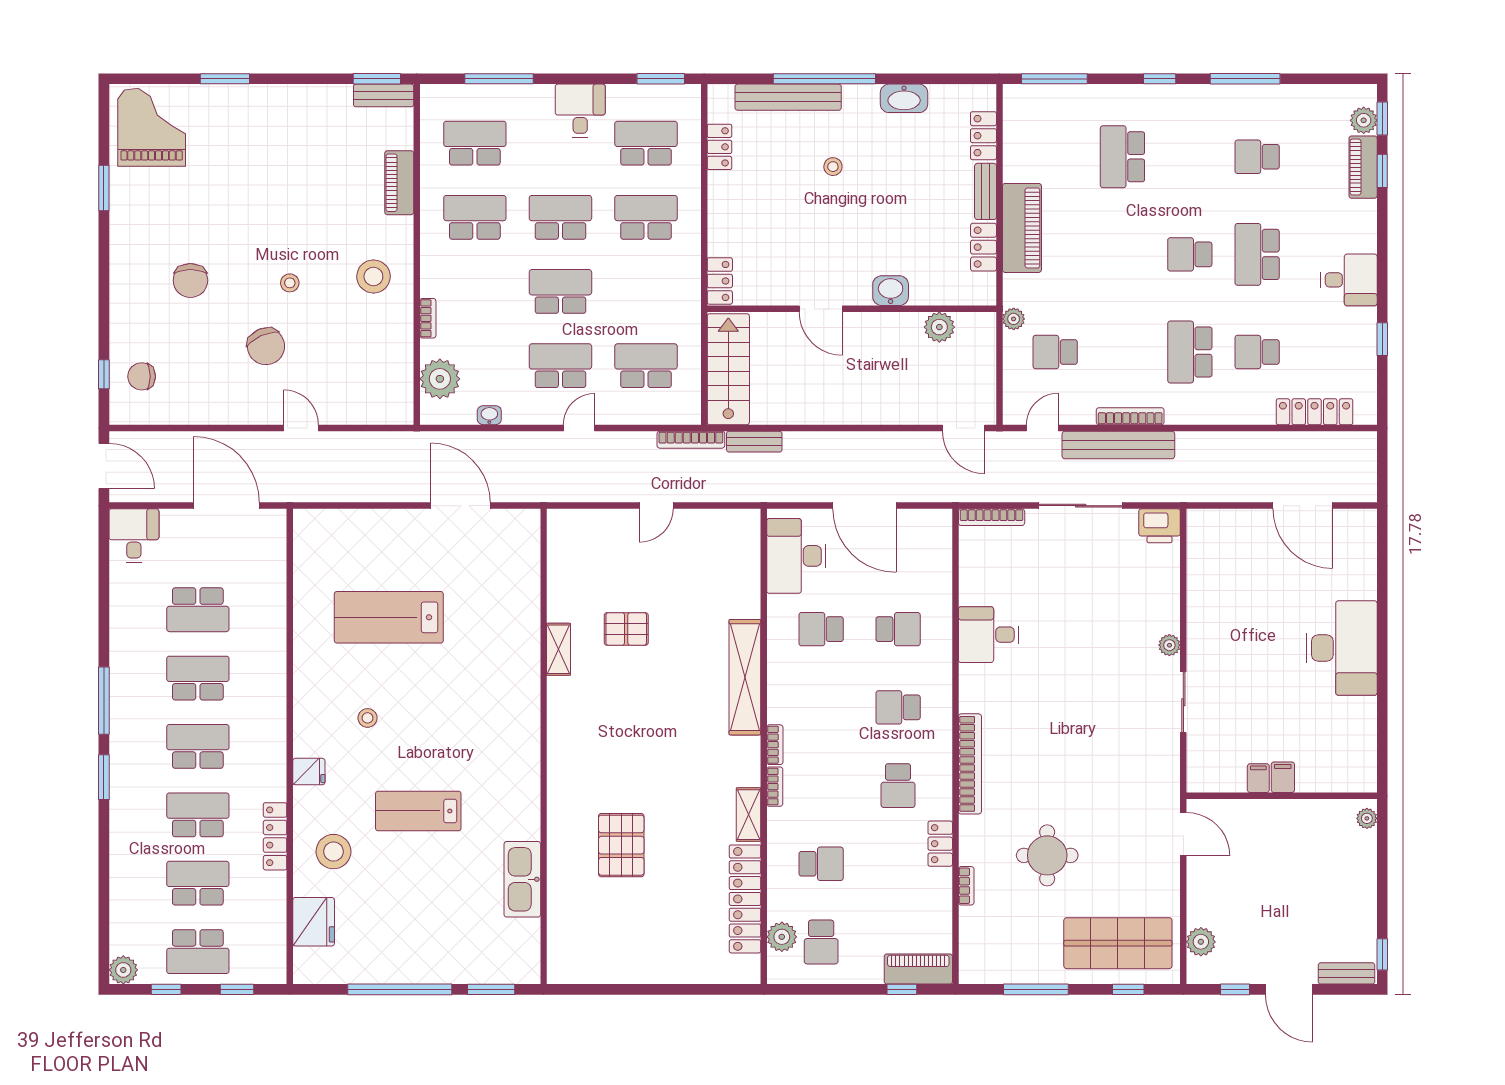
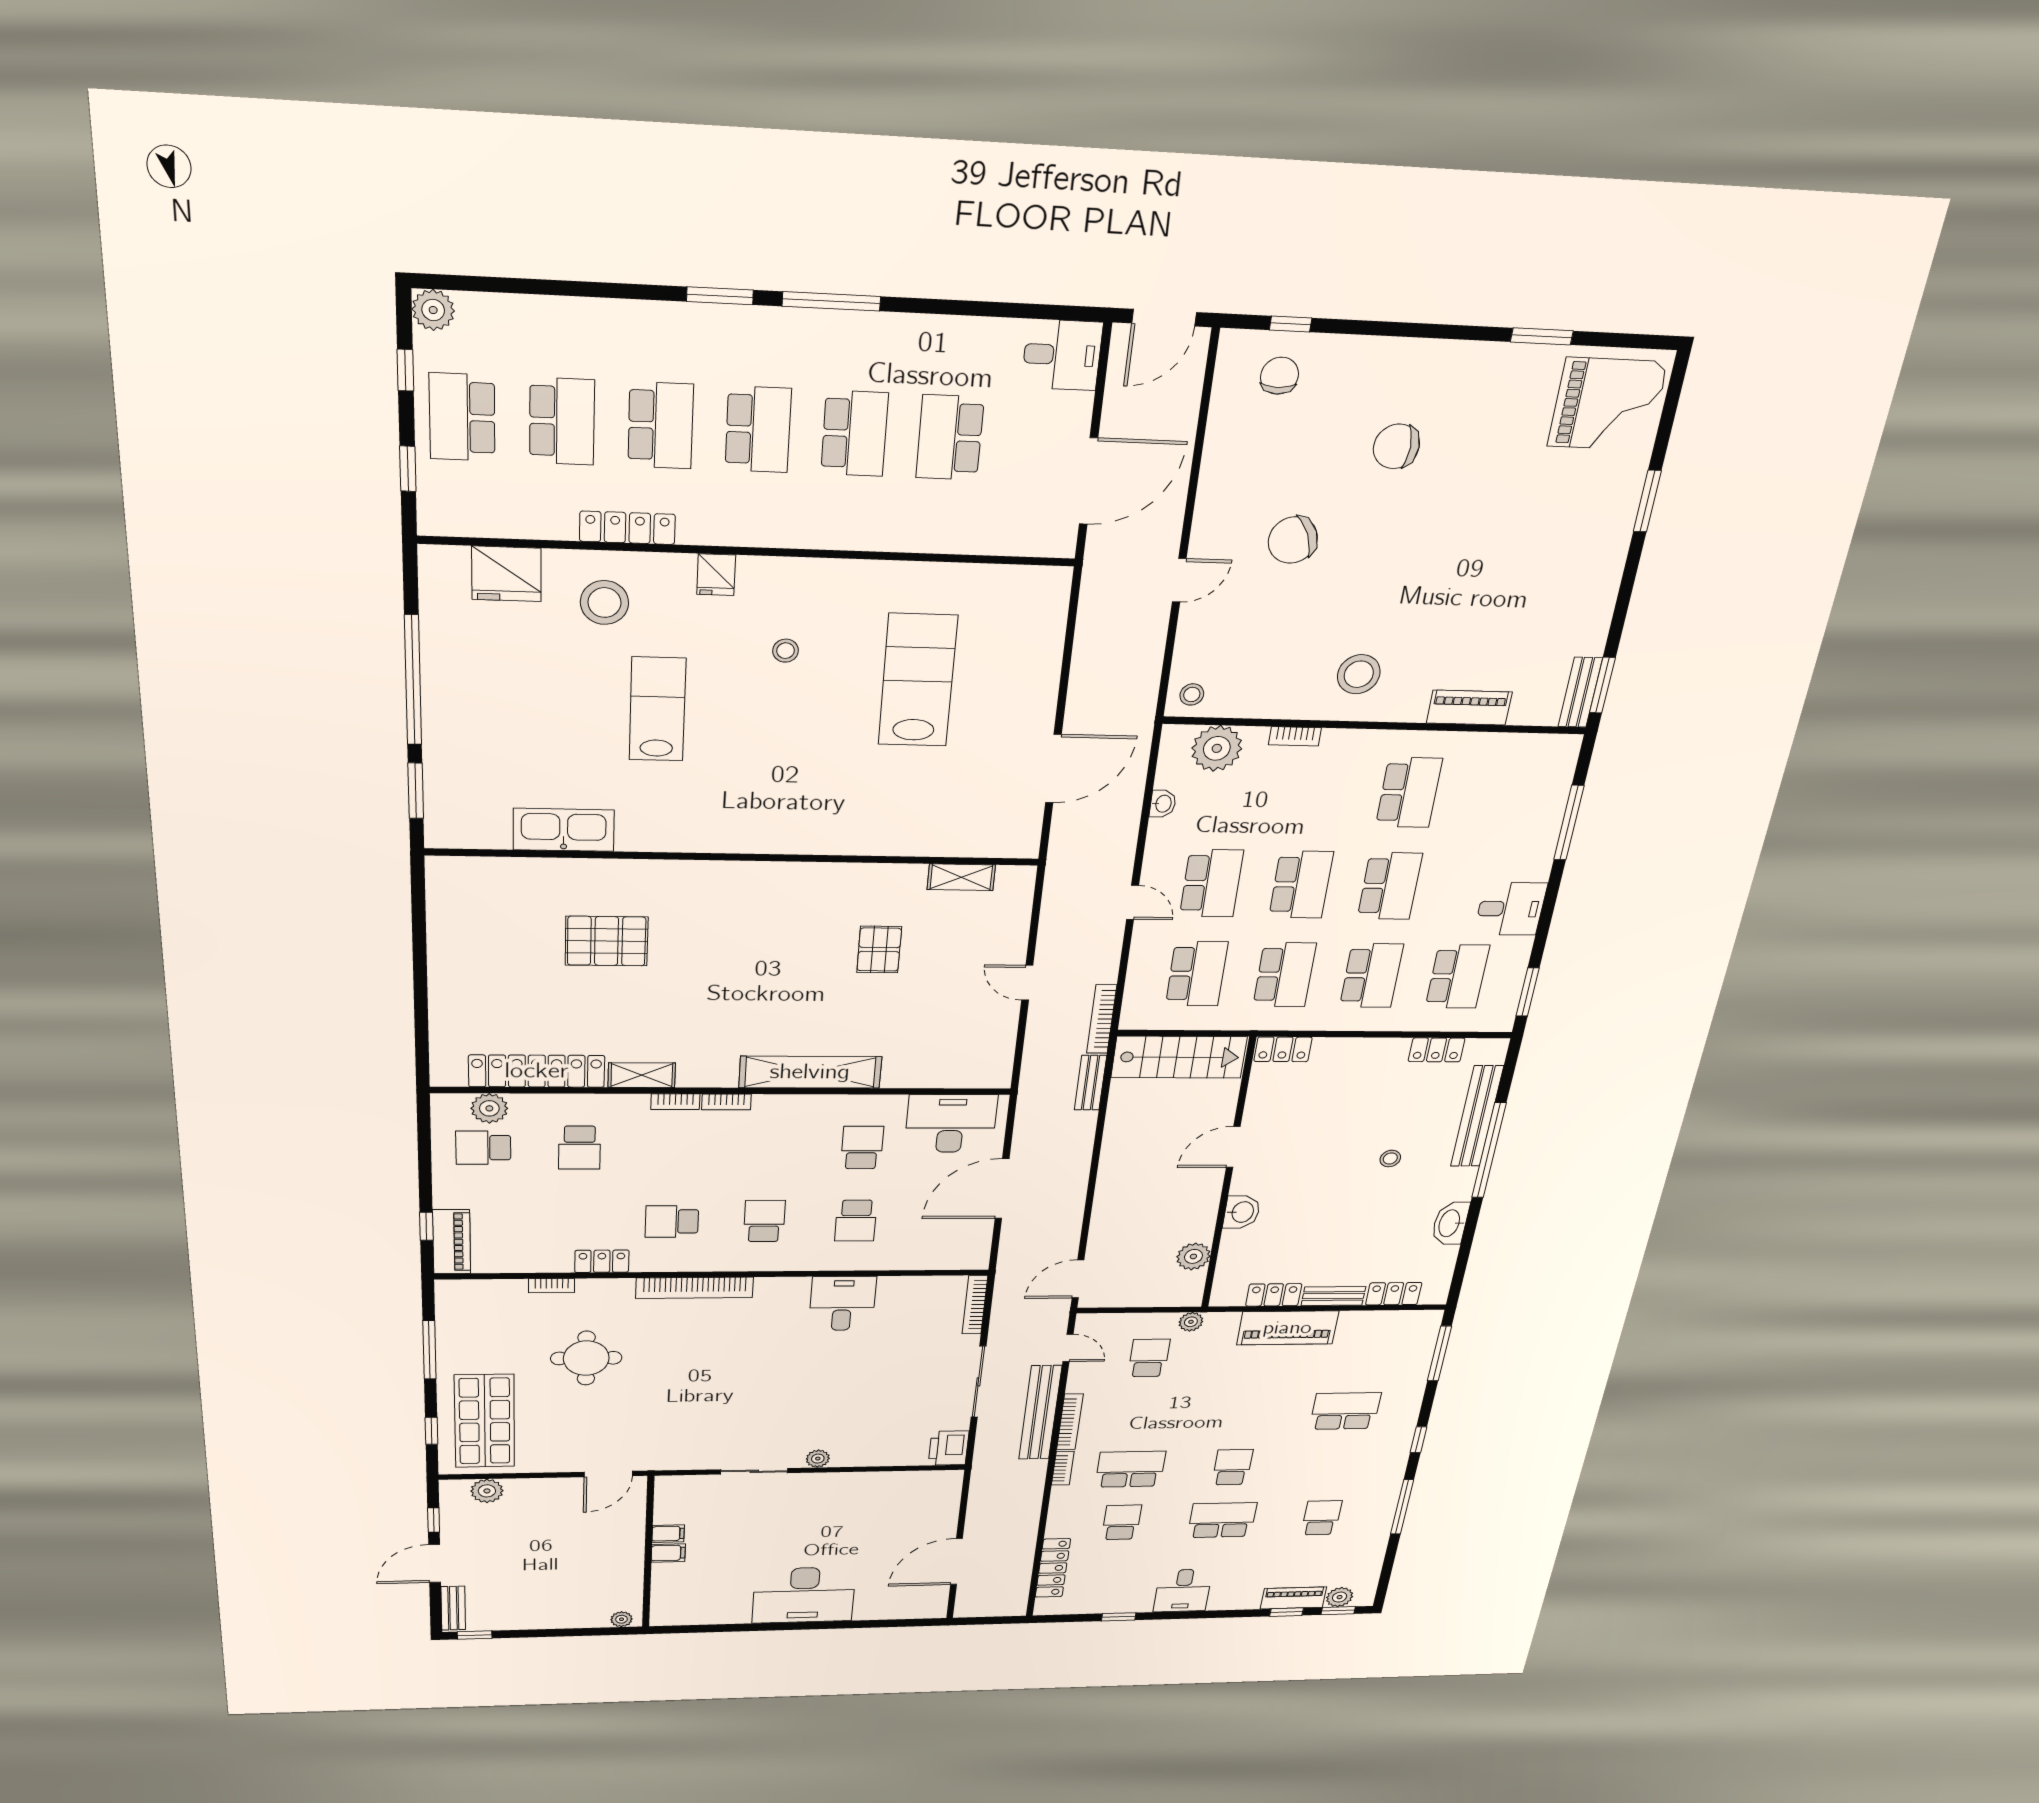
school desk: (475, 143) -> (1285, 975), moved
stool: (290, 283) -> (1192, 694), moved
bookcase: (1187, 416) -> (1063, 1468), added
shelving: (559, 649) -> (961, 877), moved

